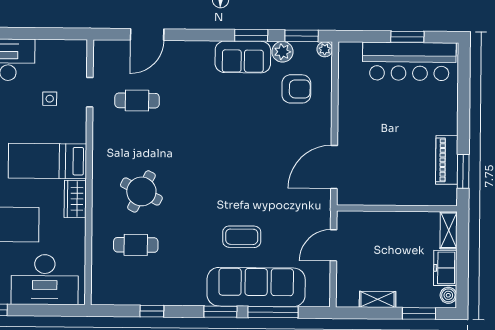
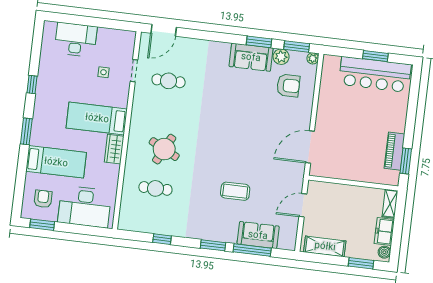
door: (147, 35) -> (164, 30), moved
sofa: (256, 287) -> (258, 235), width x0.54, depth x0.79
shelving: (378, 299) -> (325, 246), width x1.50, depth x1.33

